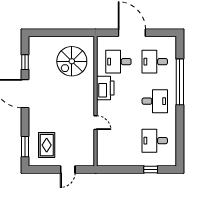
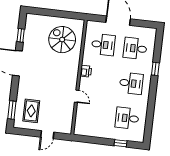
spiral stairs: (72, 61) -> (62, 40), turned 90
desk: (118, 62) -> (103, 45), turned 180
window: (180, 82) -> (155, 69), width x0.32
printer: (105, 88) -> (86, 71), width x0.53, depth x0.68

